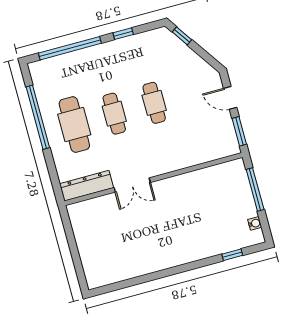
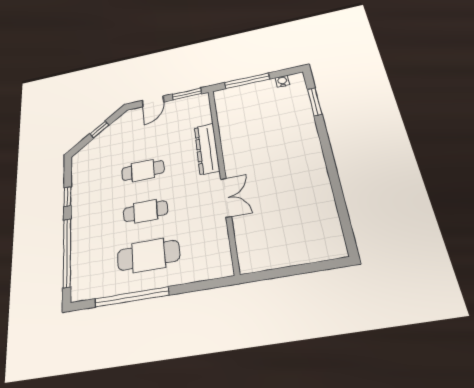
window: (182, 36) -> (99, 129), moved
dresser: (86, 186) -> (207, 149), moved
window: (232, 255) -> (315, 102), width x1.50

